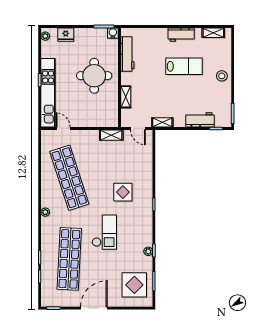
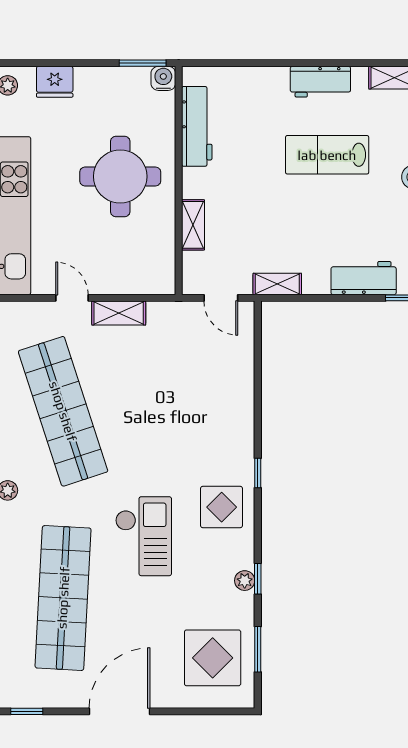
lab bench: (184, 66) -> (327, 155), turned 180
door: (63, 128) -> (72, 298), moved
shelving: (111, 135) -> (119, 313), moved
display table: (123, 192) -> (222, 507), moved

